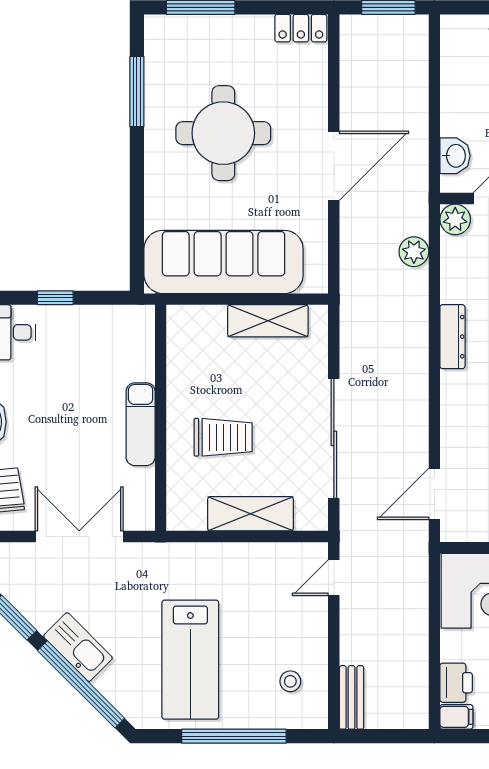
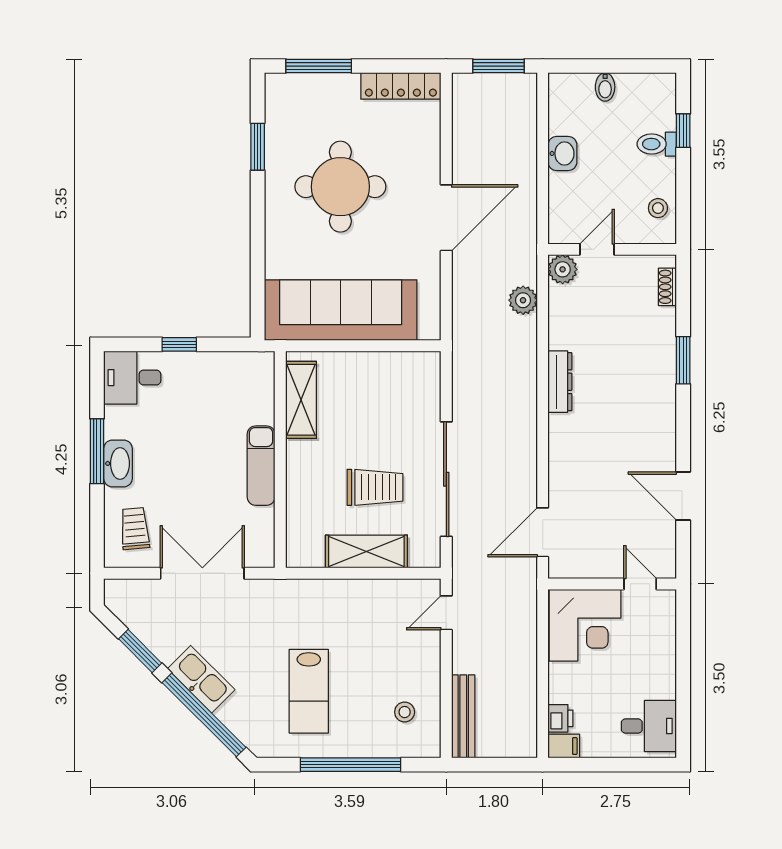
locker: (301, 28) -> (401, 86), width x1.53
window: (137, 91) -> (258, 147), width x0.69
washbasin: (455, 156) -> (562, 153), moved
shelving: (268, 321) -> (301, 400), moved, turned 90
trolley: (223, 437) -> (375, 487), moved
lab bench: (190, 660) -> (309, 691), width x0.73, depth x0.72
printer: (456, 683) -> (560, 718), width x0.73, depth x0.81
bench: (352, 697) -> (463, 716), width x1.36

